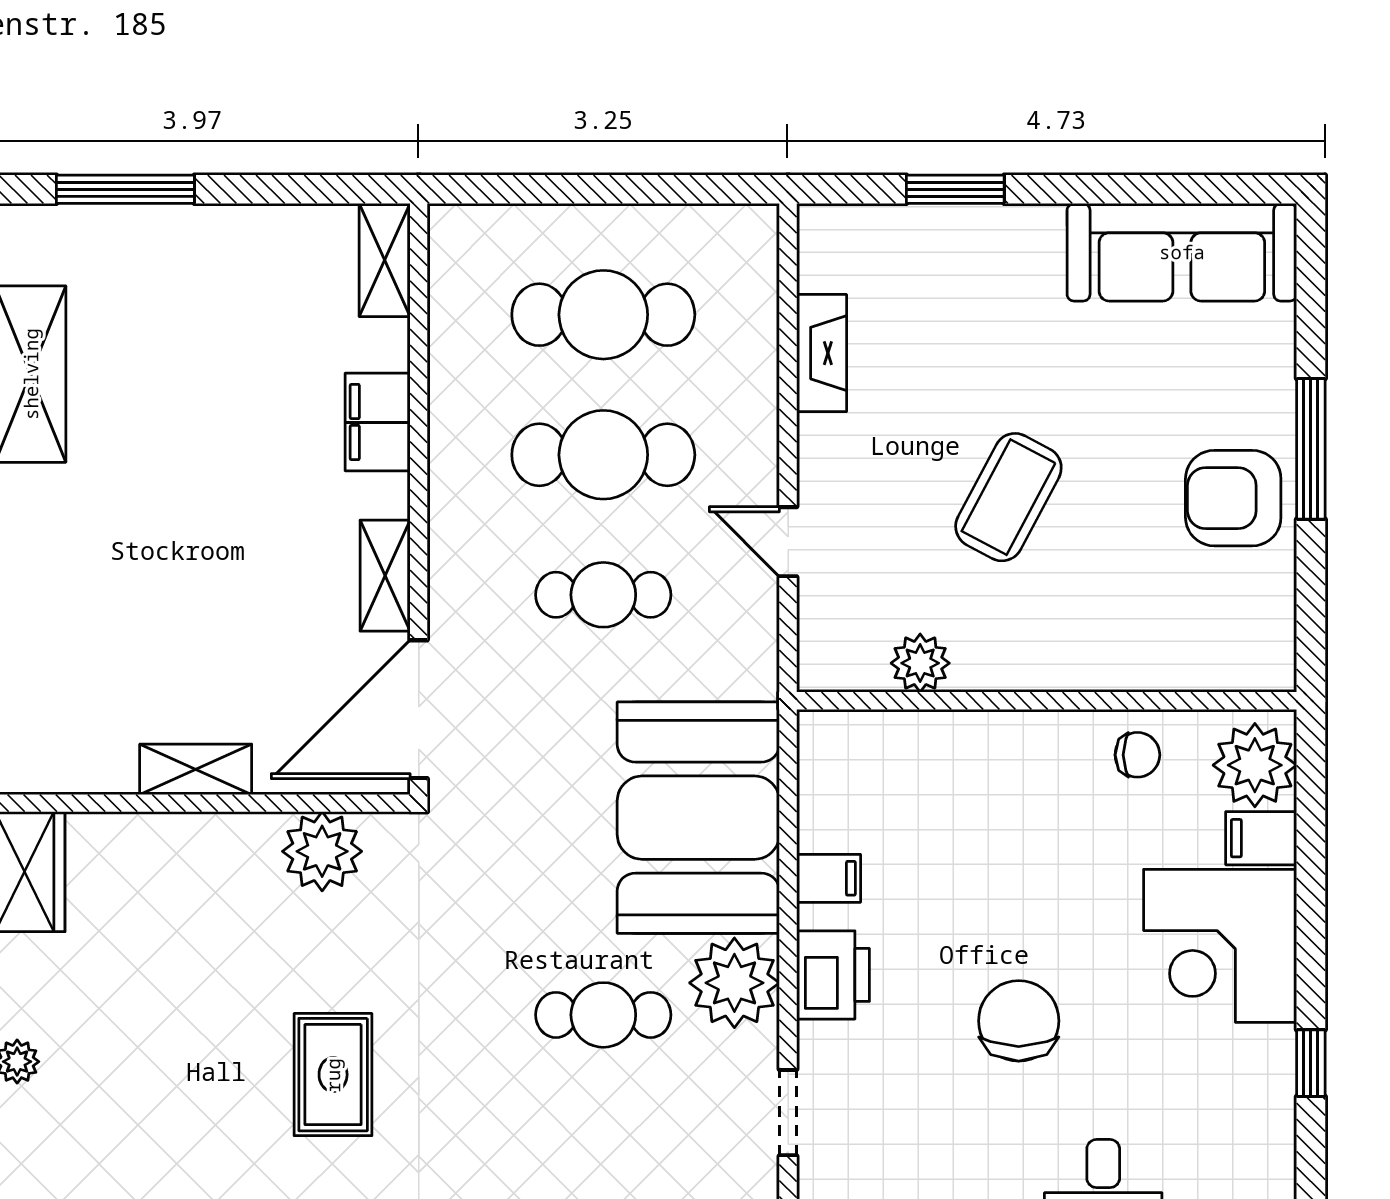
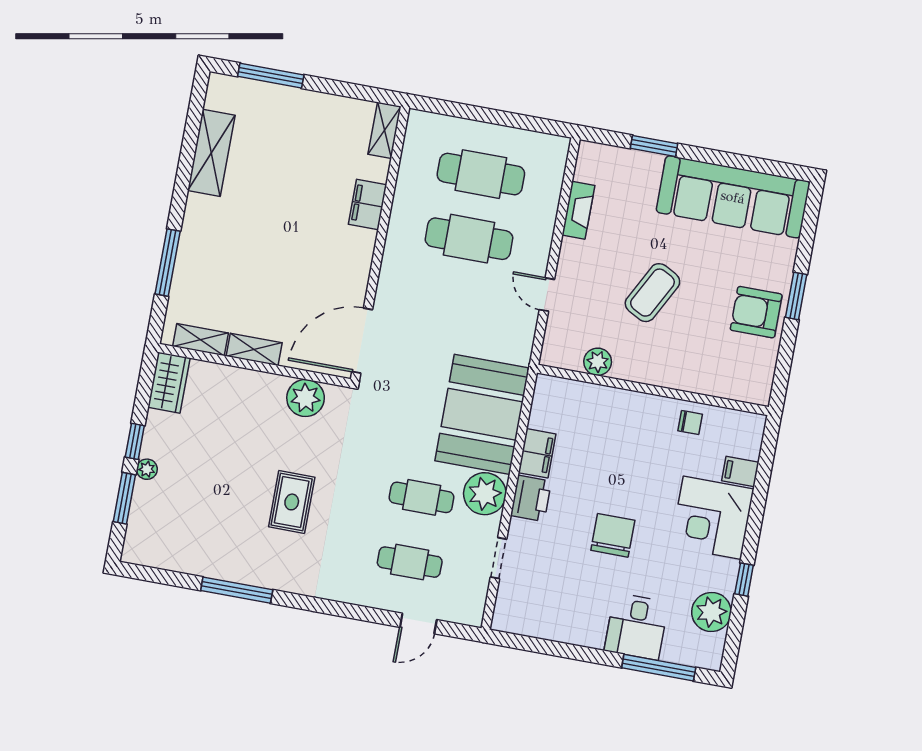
sofa: (1182, 252) -> (733, 197), width x1.36, depth x1.27
window: (1311, 449) -> (796, 296), width x0.69
shelving: (385, 576) -> (200, 340), moved, turned 90
cafe table: (603, 595) -> (410, 562), moved
plant: (1255, 765) -> (711, 612), moved
filing cabinet: (829, 878) -> (537, 453), width x2.00

